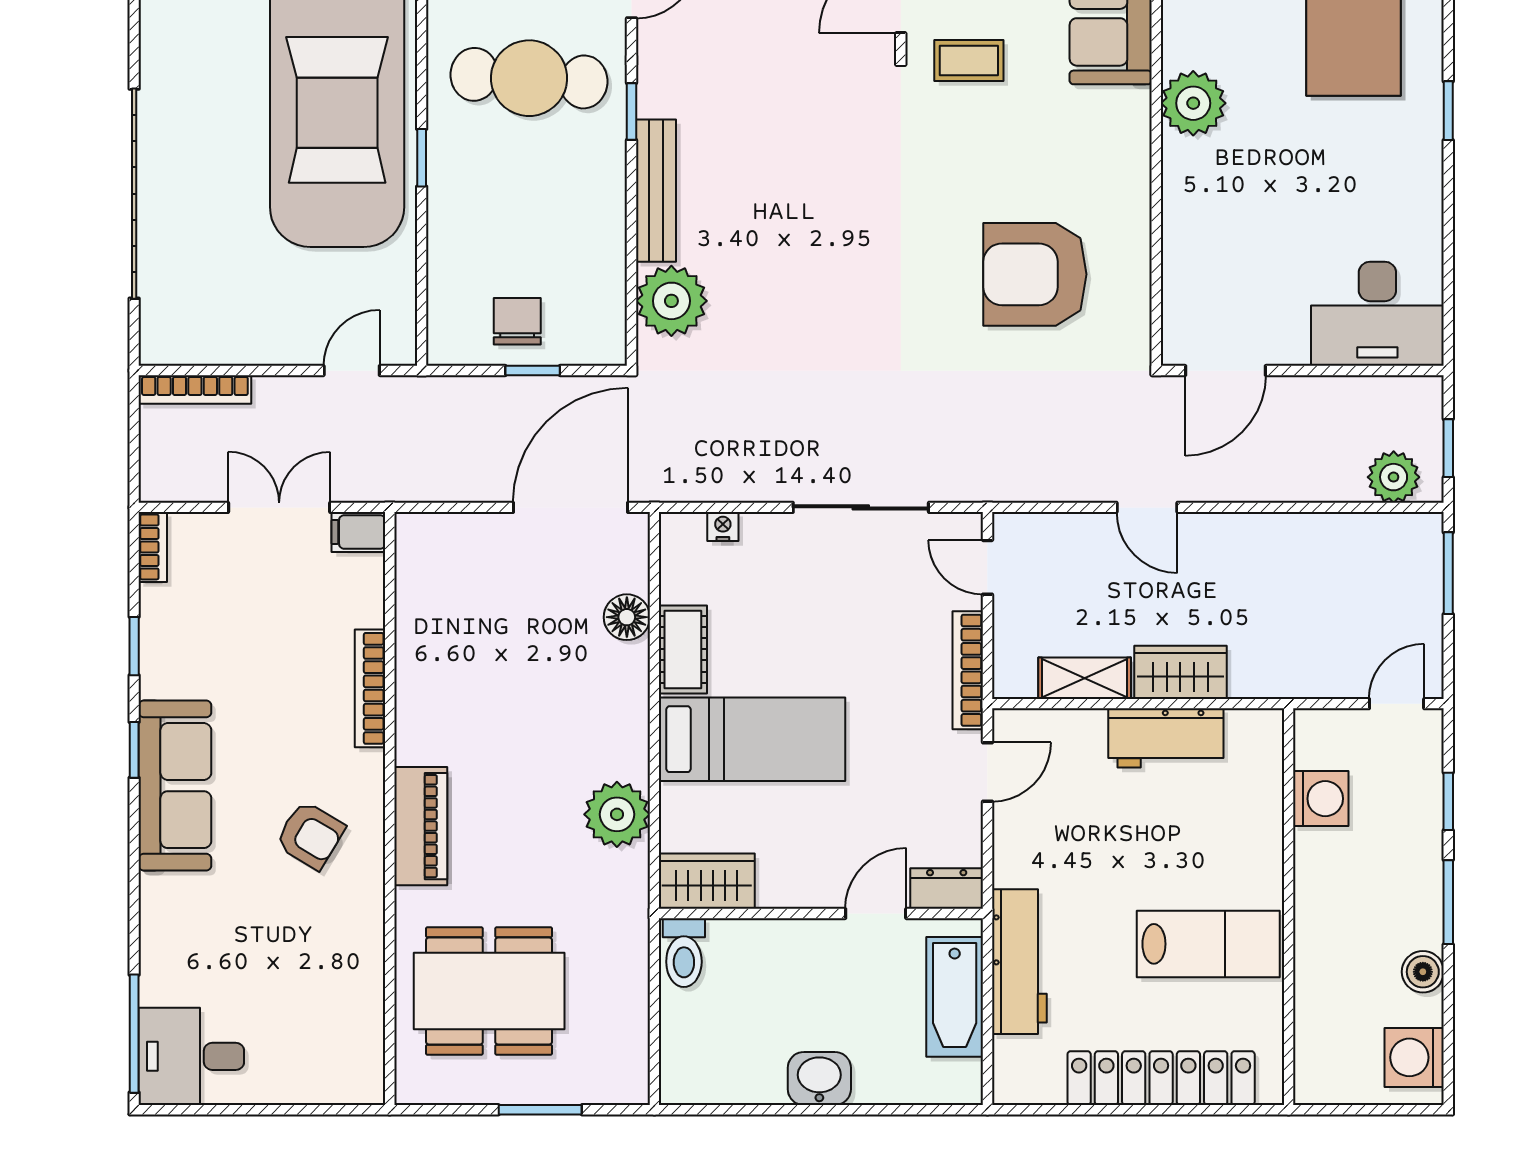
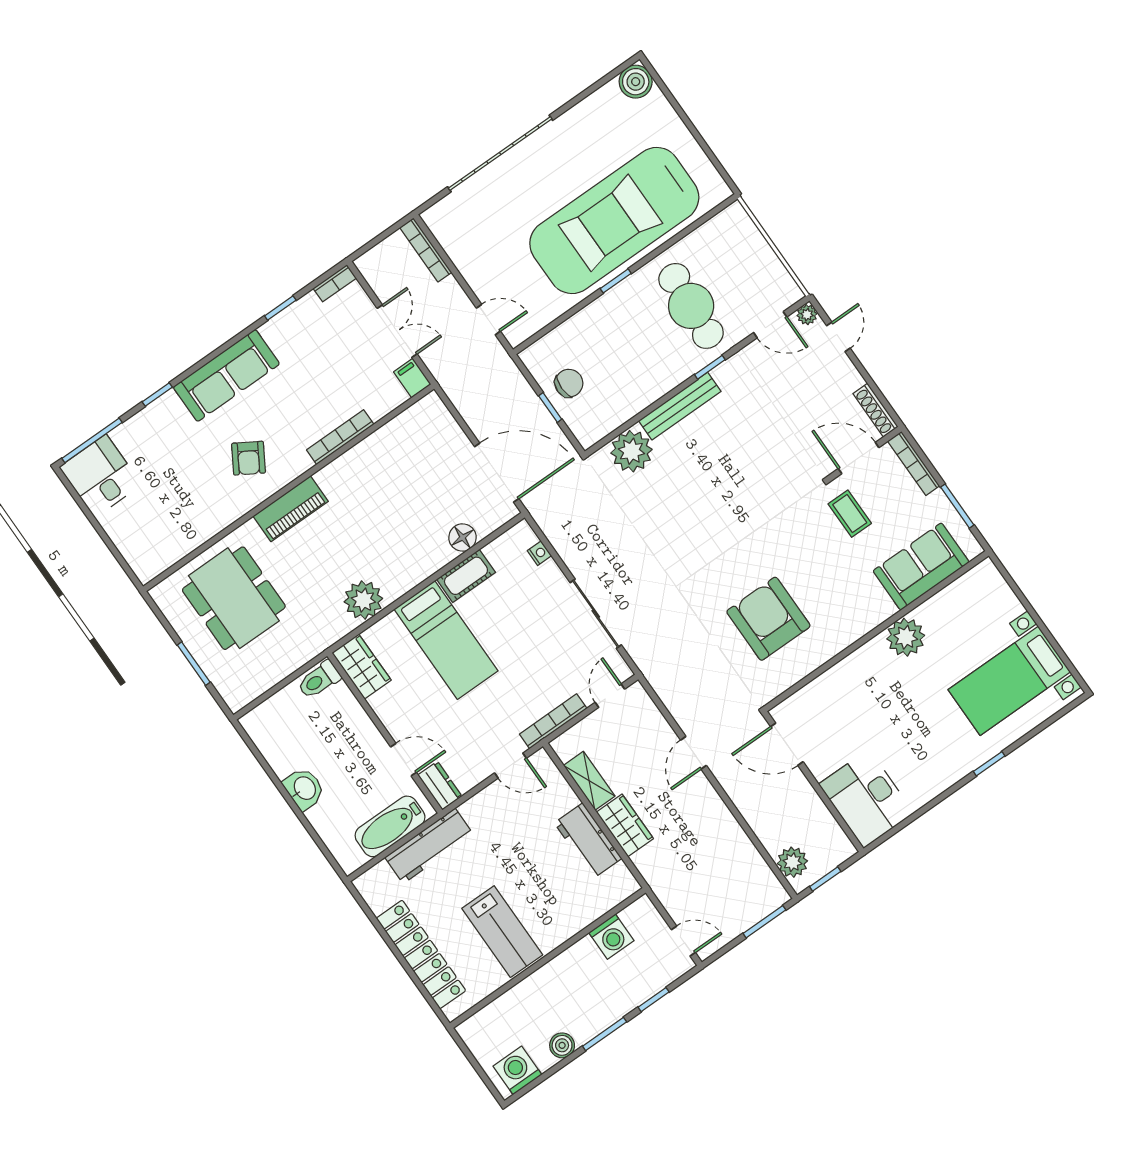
window: (134, 750) -> (157, 395), moved

